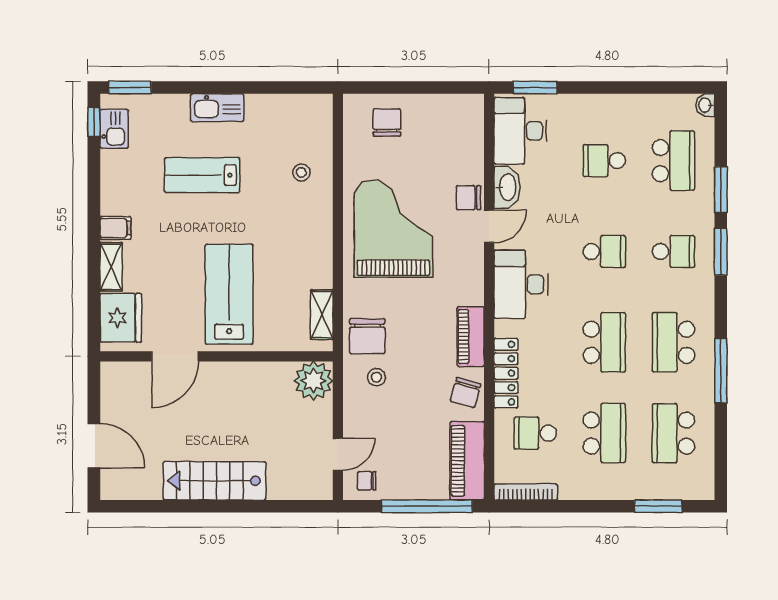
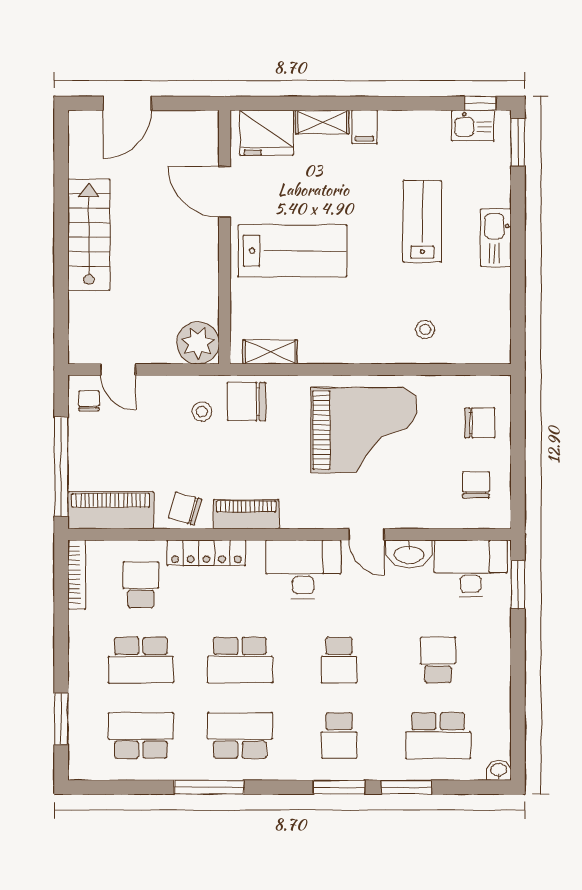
chair: (469, 198) -> (476, 485), moved

